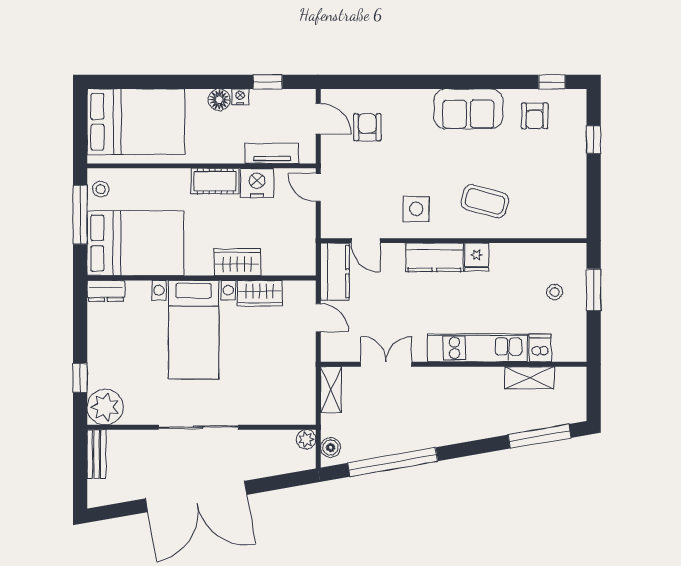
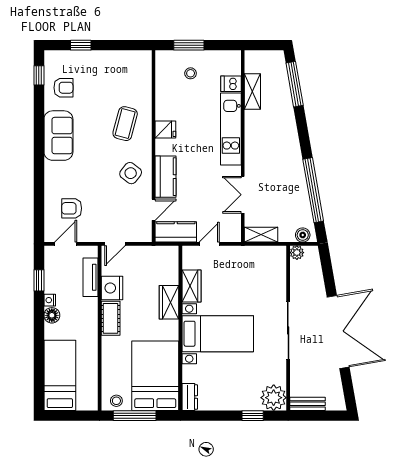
bed: (136, 122) -> (60, 375), width x0.67
side table: (416, 209) -> (131, 173), turned 38
kitchen counter: (434, 257) -> (165, 177), moved

